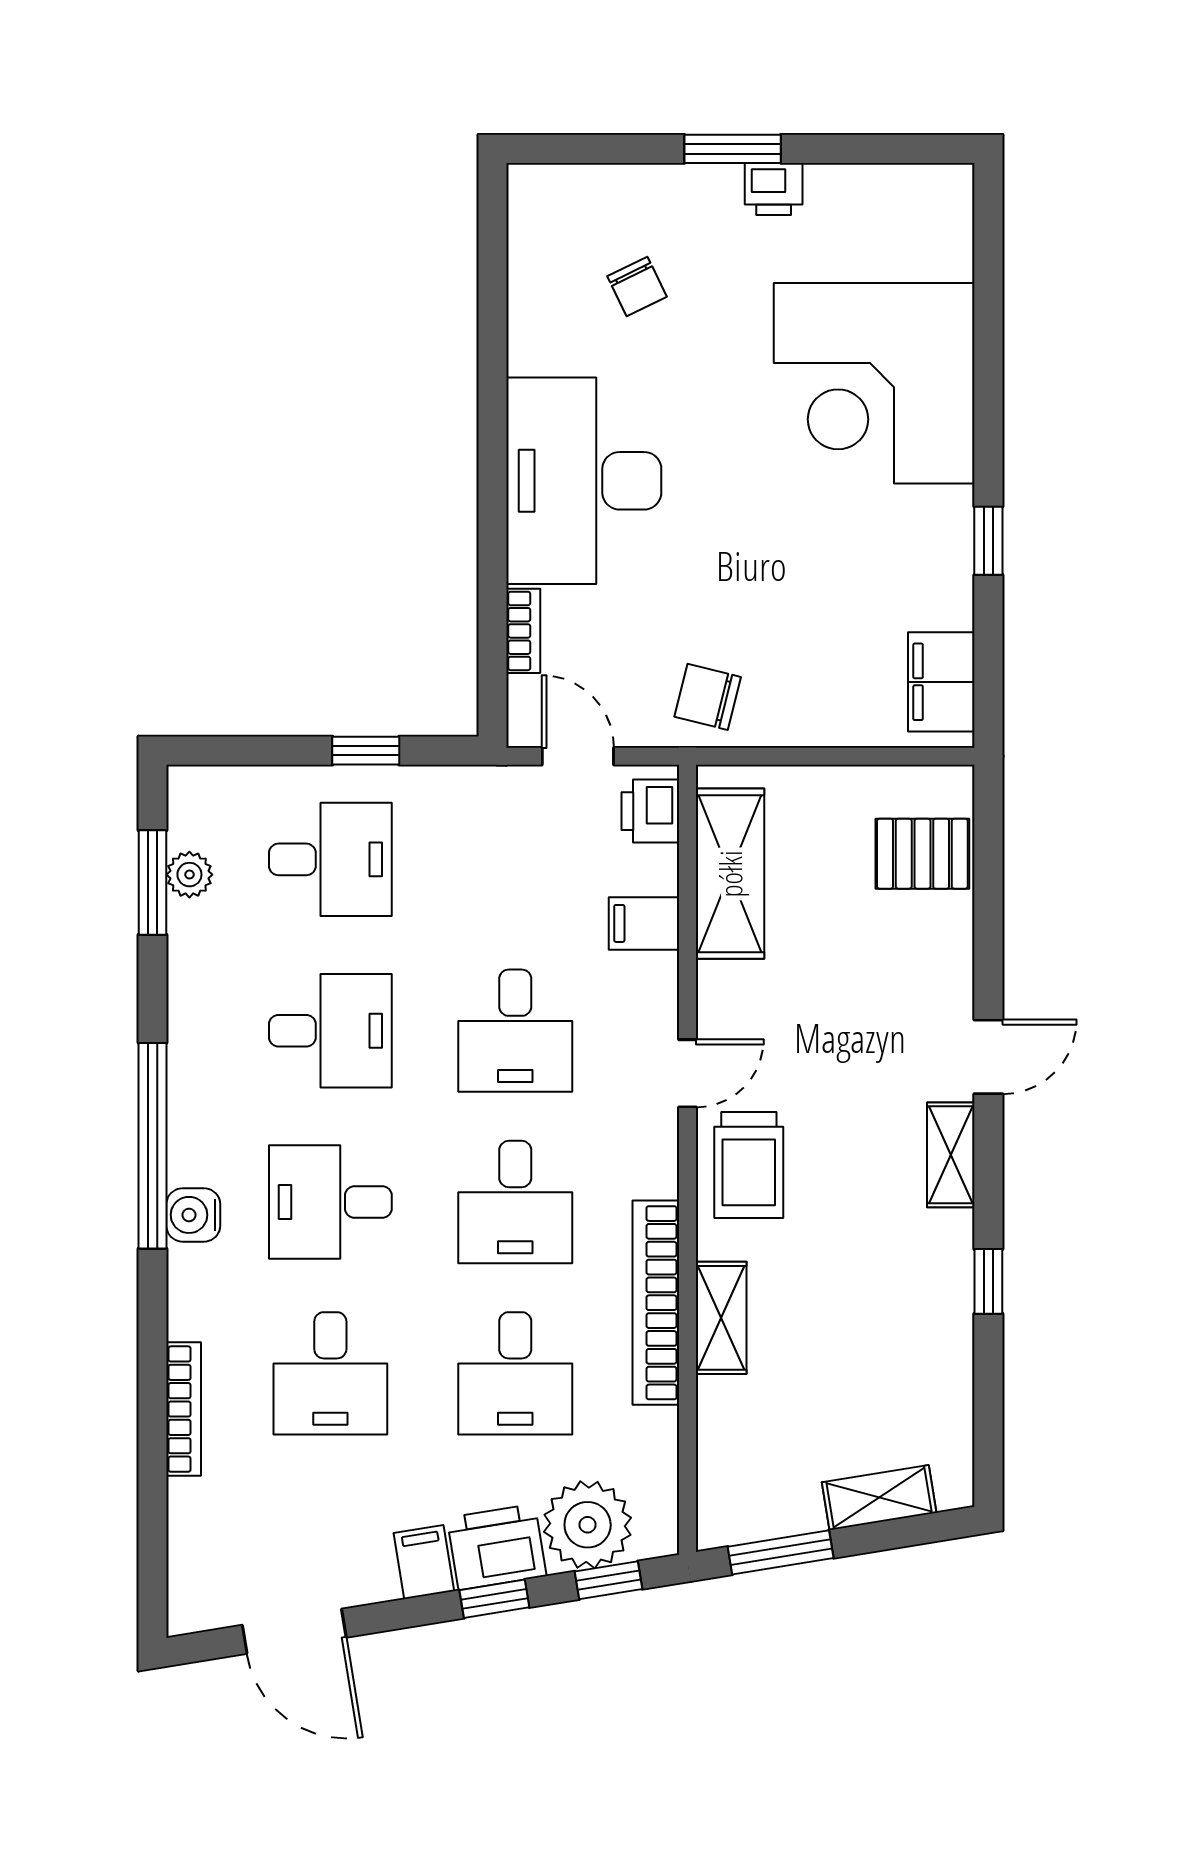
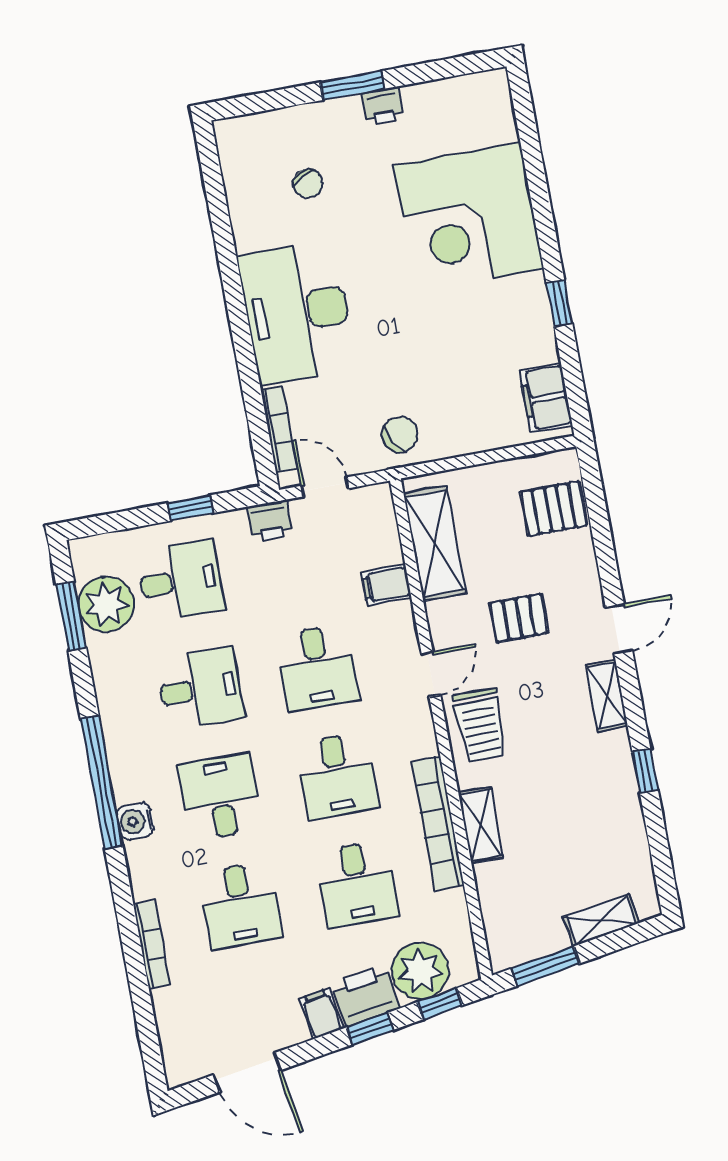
bookcase: (523, 631) -> (279, 429), width x1.56
chair: (708, 697) -> (400, 434), turned 137
printer: (650, 811) -> (270, 521), moved, turned -90
plant: (189, 875) -> (106, 604), width x1.87, depth x1.87
pallet: (838, 1012) -> (519, 618), added
desk: (330, 1202) -> (220, 797), turned 90

